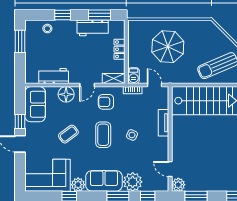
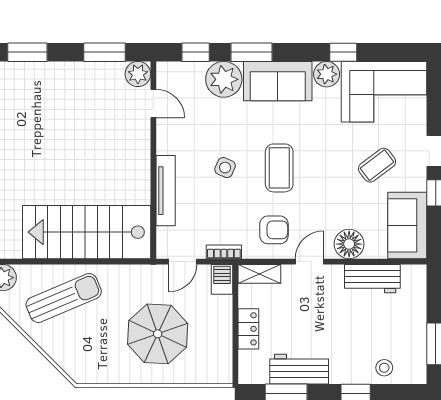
door: (154, 85) -> (183, 262), hinge flipped
tv unit: (164, 123) -> (166, 191), width x1.41
coffee table: (68, 134) -> (377, 165), moved

